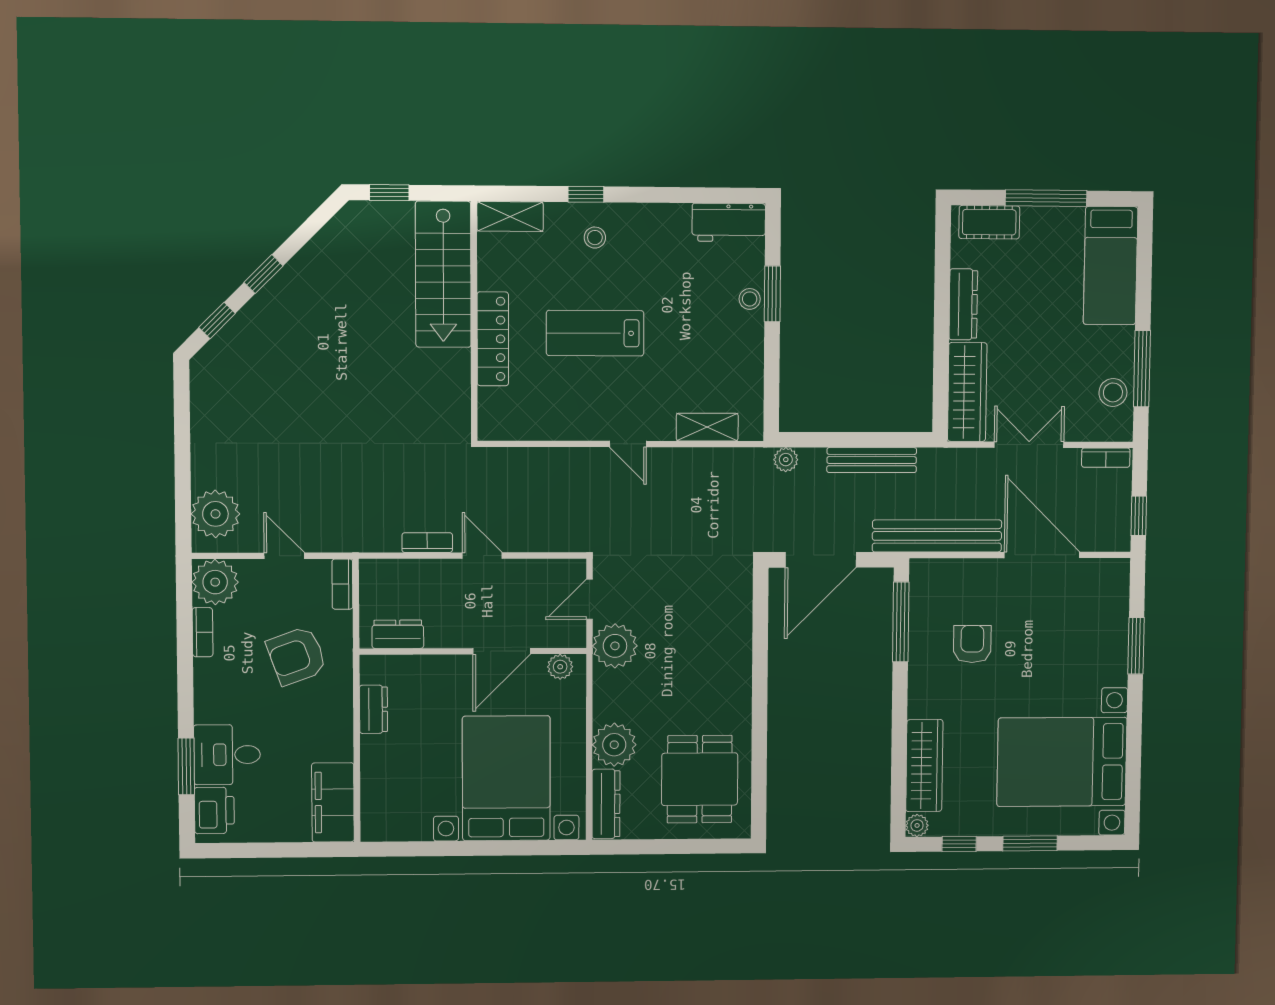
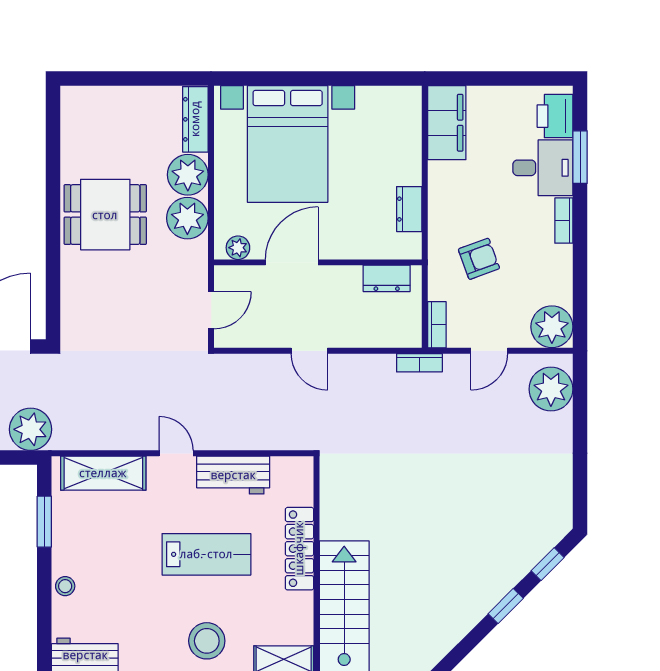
stool: (595, 238) -> (207, 641), width x1.89, depth x1.89
window: (772, 294) -> (44, 522), moved
workbench: (566, 420) -> (233, 475), added
shelving: (707, 427) -> (103, 473), width x1.50, depth x1.33
plant: (786, 460) -> (31, 429), width x1.87, depth x1.87
bookcase: (427, 543) -> (419, 363), moved
door: (284, 556) -> (489, 351), hinge flipped
bookcase: (203, 632) -> (564, 221), moved
plant: (615, 646) -> (187, 218), moved
armchair: (297, 656) -> (479, 259), width x0.72, depth x0.72
dining table: (700, 779) -> (105, 215), moved, turned 90

